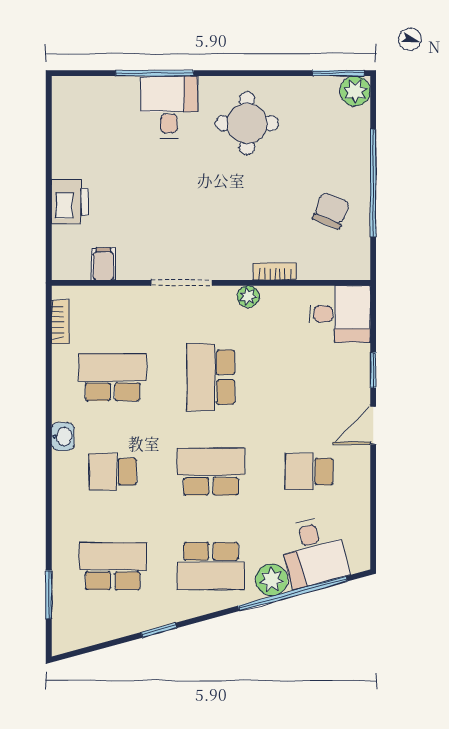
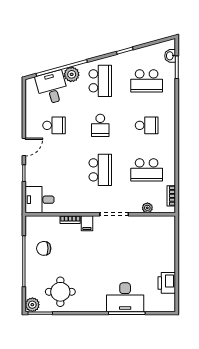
desk: (169, 107) -> (125, 297), width x1.37
round table: (247, 123) -> (60, 292), moved
printer: (70, 201) -> (167, 283), moved
chair: (331, 211) -> (44, 248), turned 68
filing cabinet: (103, 264) -> (87, 223), moved
plant: (248, 297) -> (147, 208), moved
washbasin: (63, 437) -> (170, 56), moved
school desk: (211, 472) -> (100, 125), width x0.54
school desk: (211, 566) -> (100, 81), turned 90

